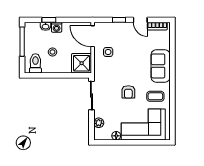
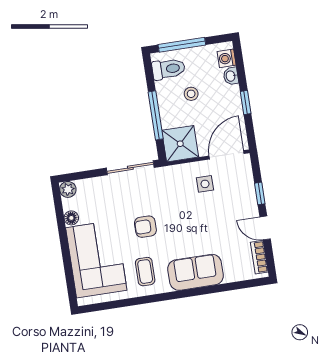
window: (49, 20) -> (246, 102), moved
door: (140, 20) -> (265, 228), hinge flipped
washing machine: (57, 27) -> (227, 58), moved
window: (22, 42) -> (182, 45), moved
window: (62, 75) -> (156, 115), added
plant: (99, 123) -> (68, 189), moved

